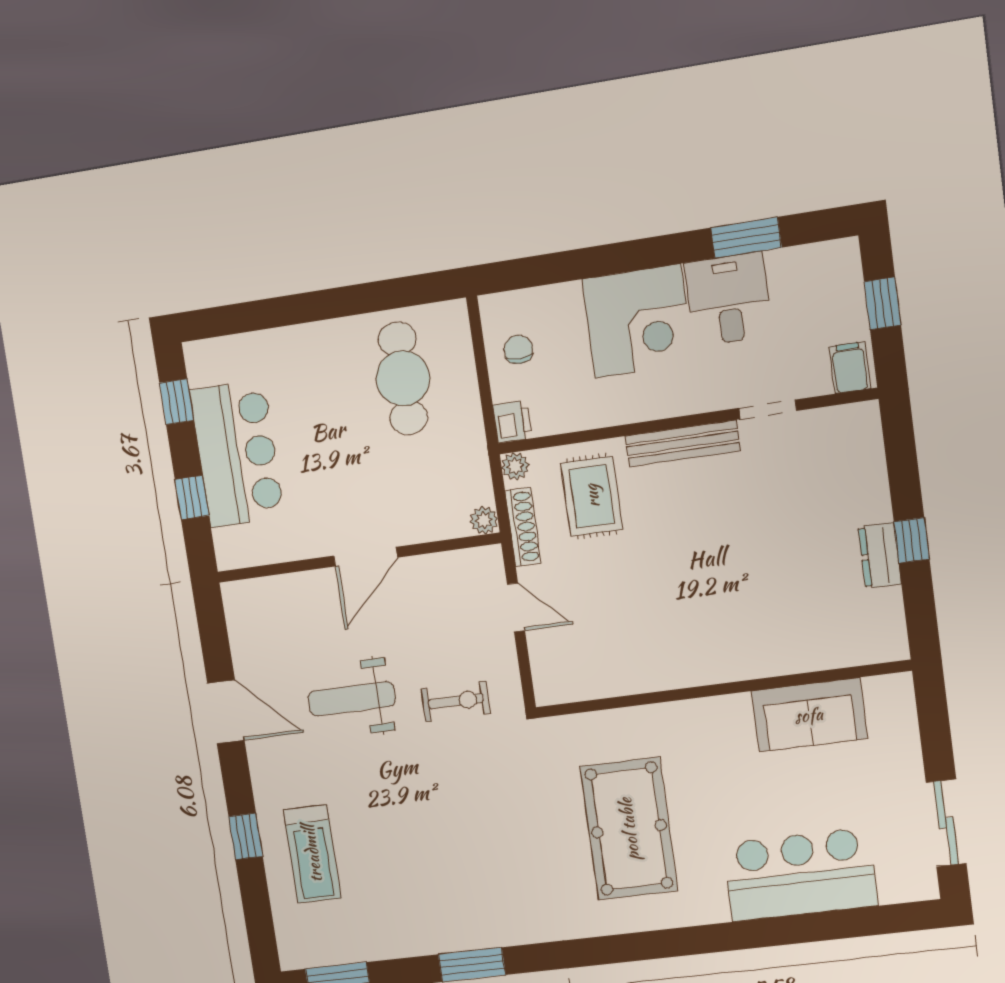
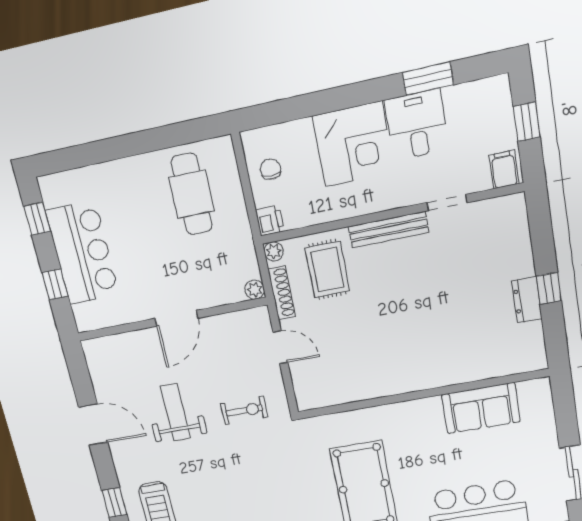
weight bench: (352, 699) -> (175, 412), turned 90

